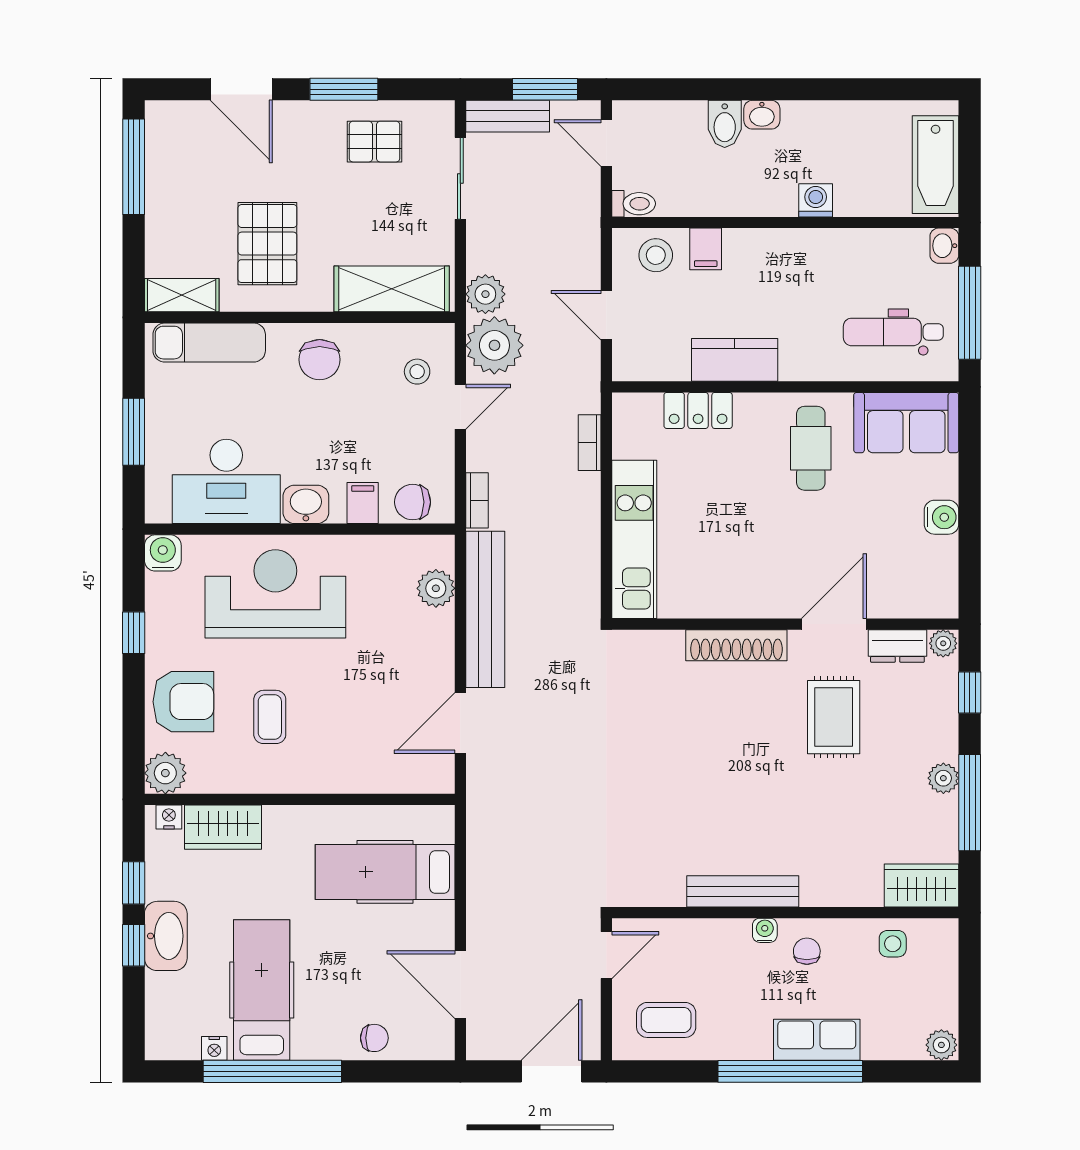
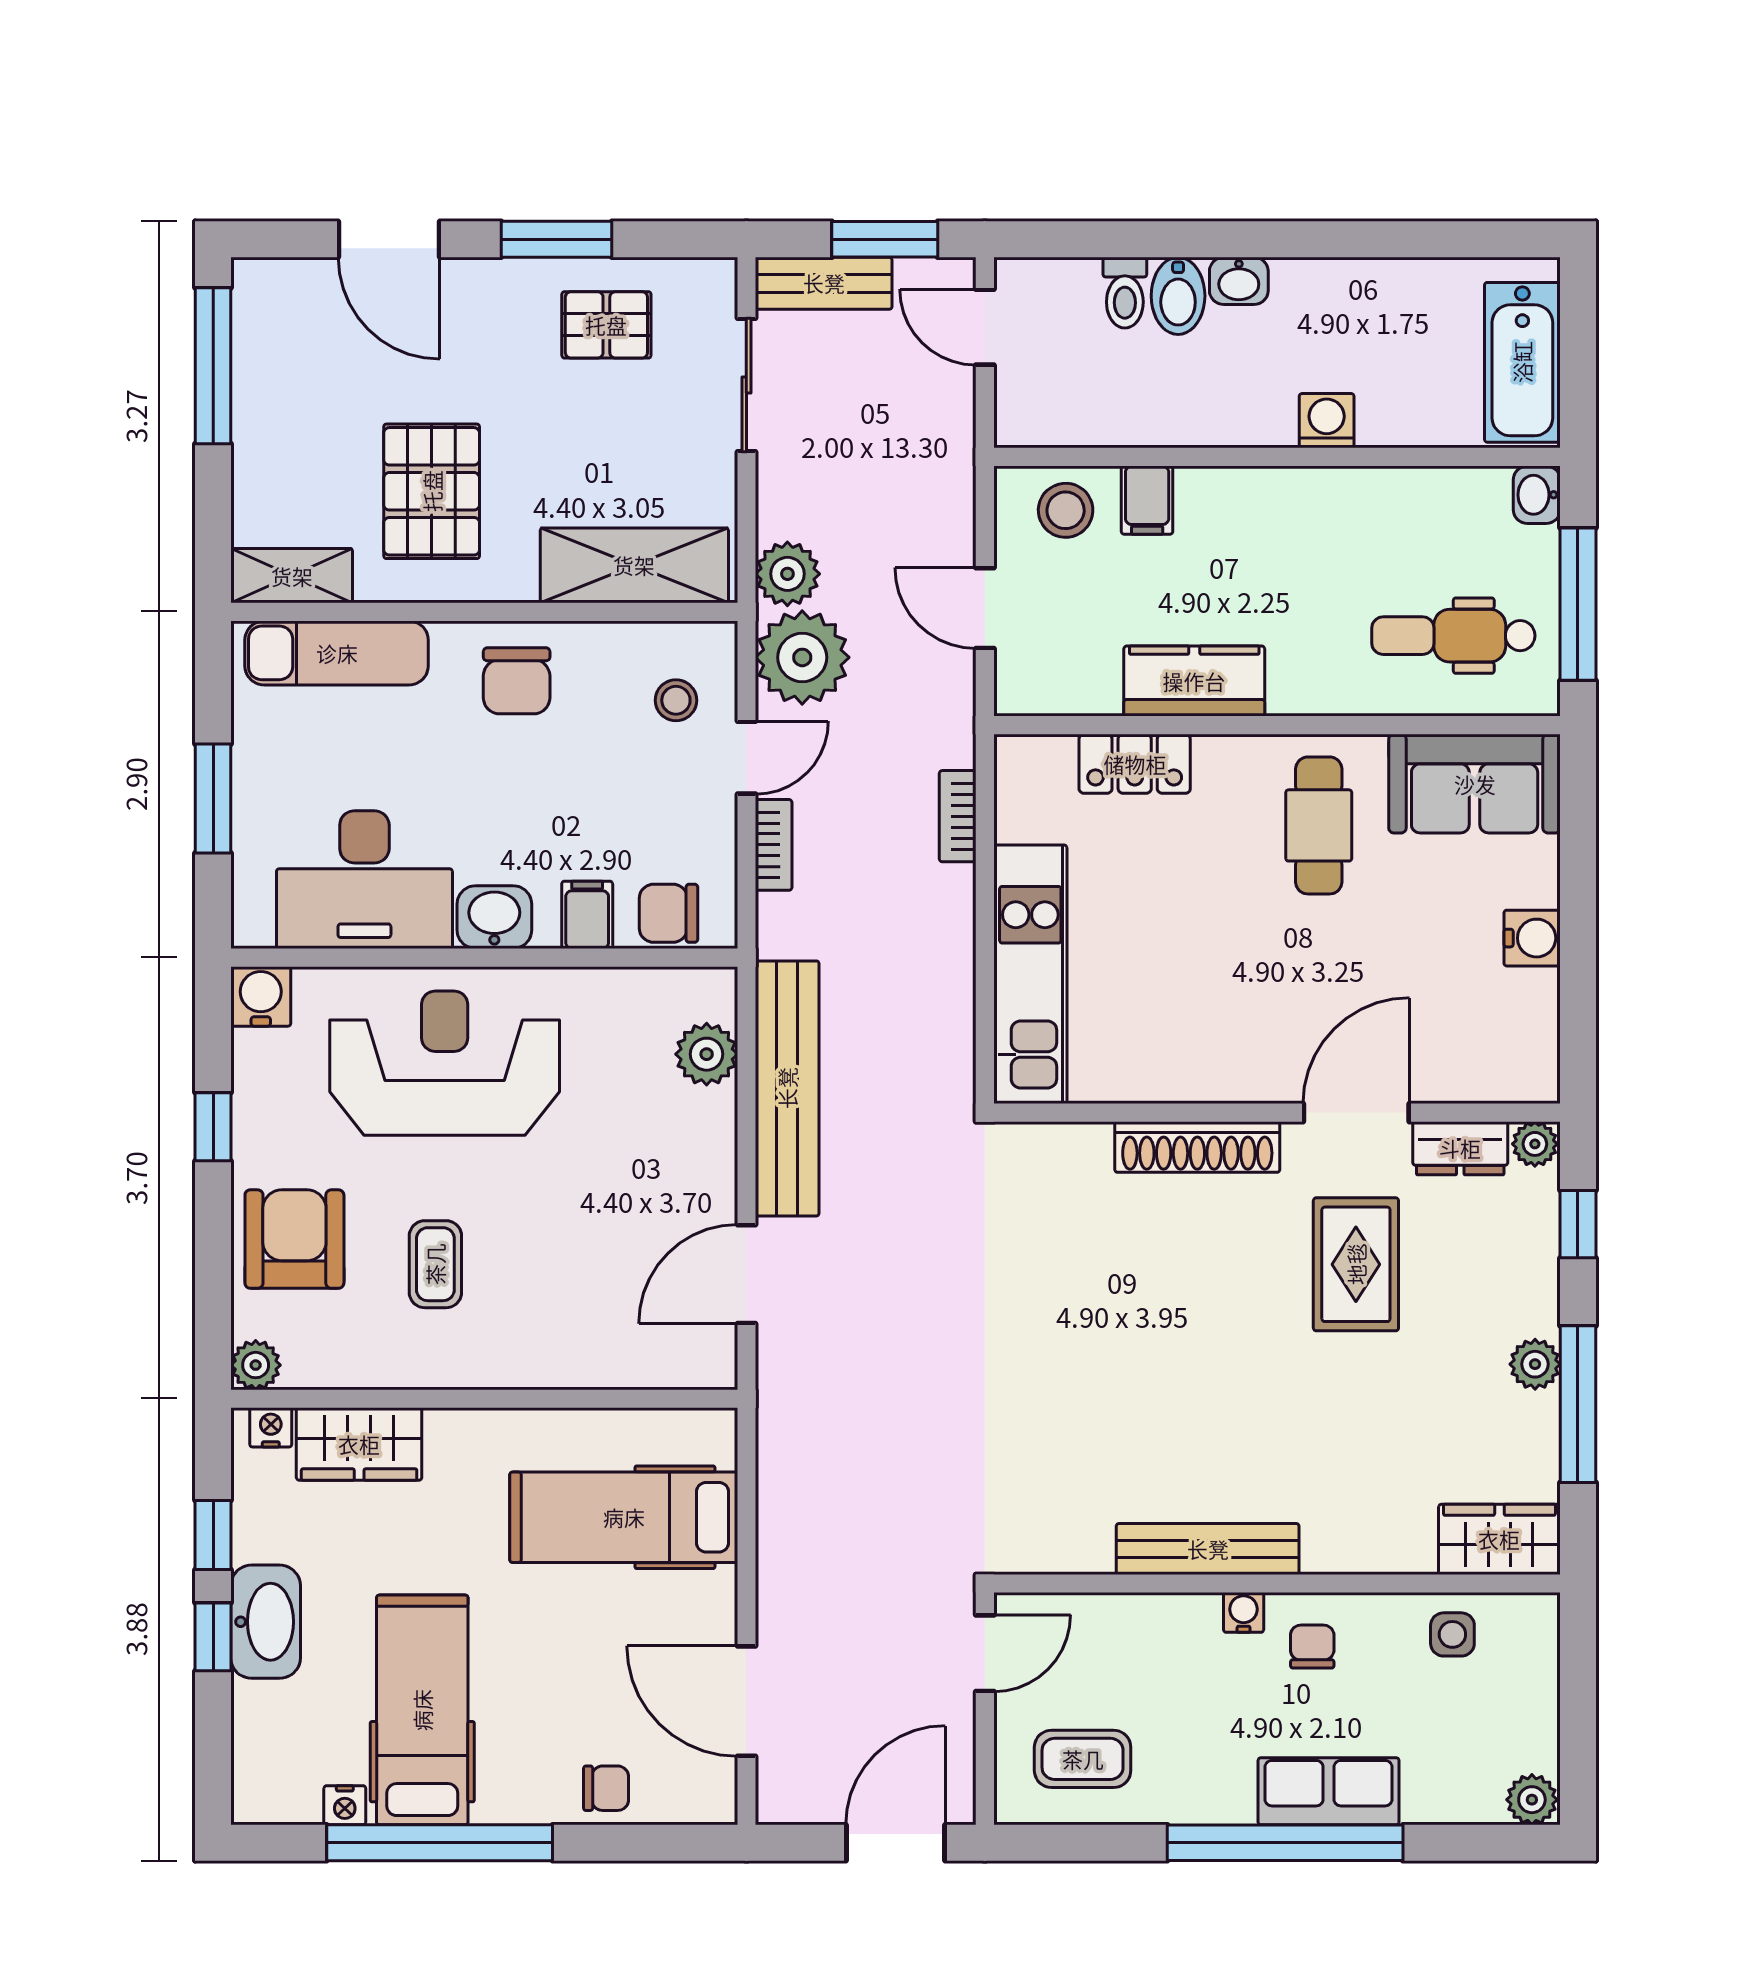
toilet: (634, 204) -> (1125, 293), moved, turned 90
bookcase: (477, 500) -> (774, 845), moved
armchair: (183, 702) -> (294, 1239), turned -90
plant: (165, 773) -> (256, 1365), width x0.73, depth x0.73

